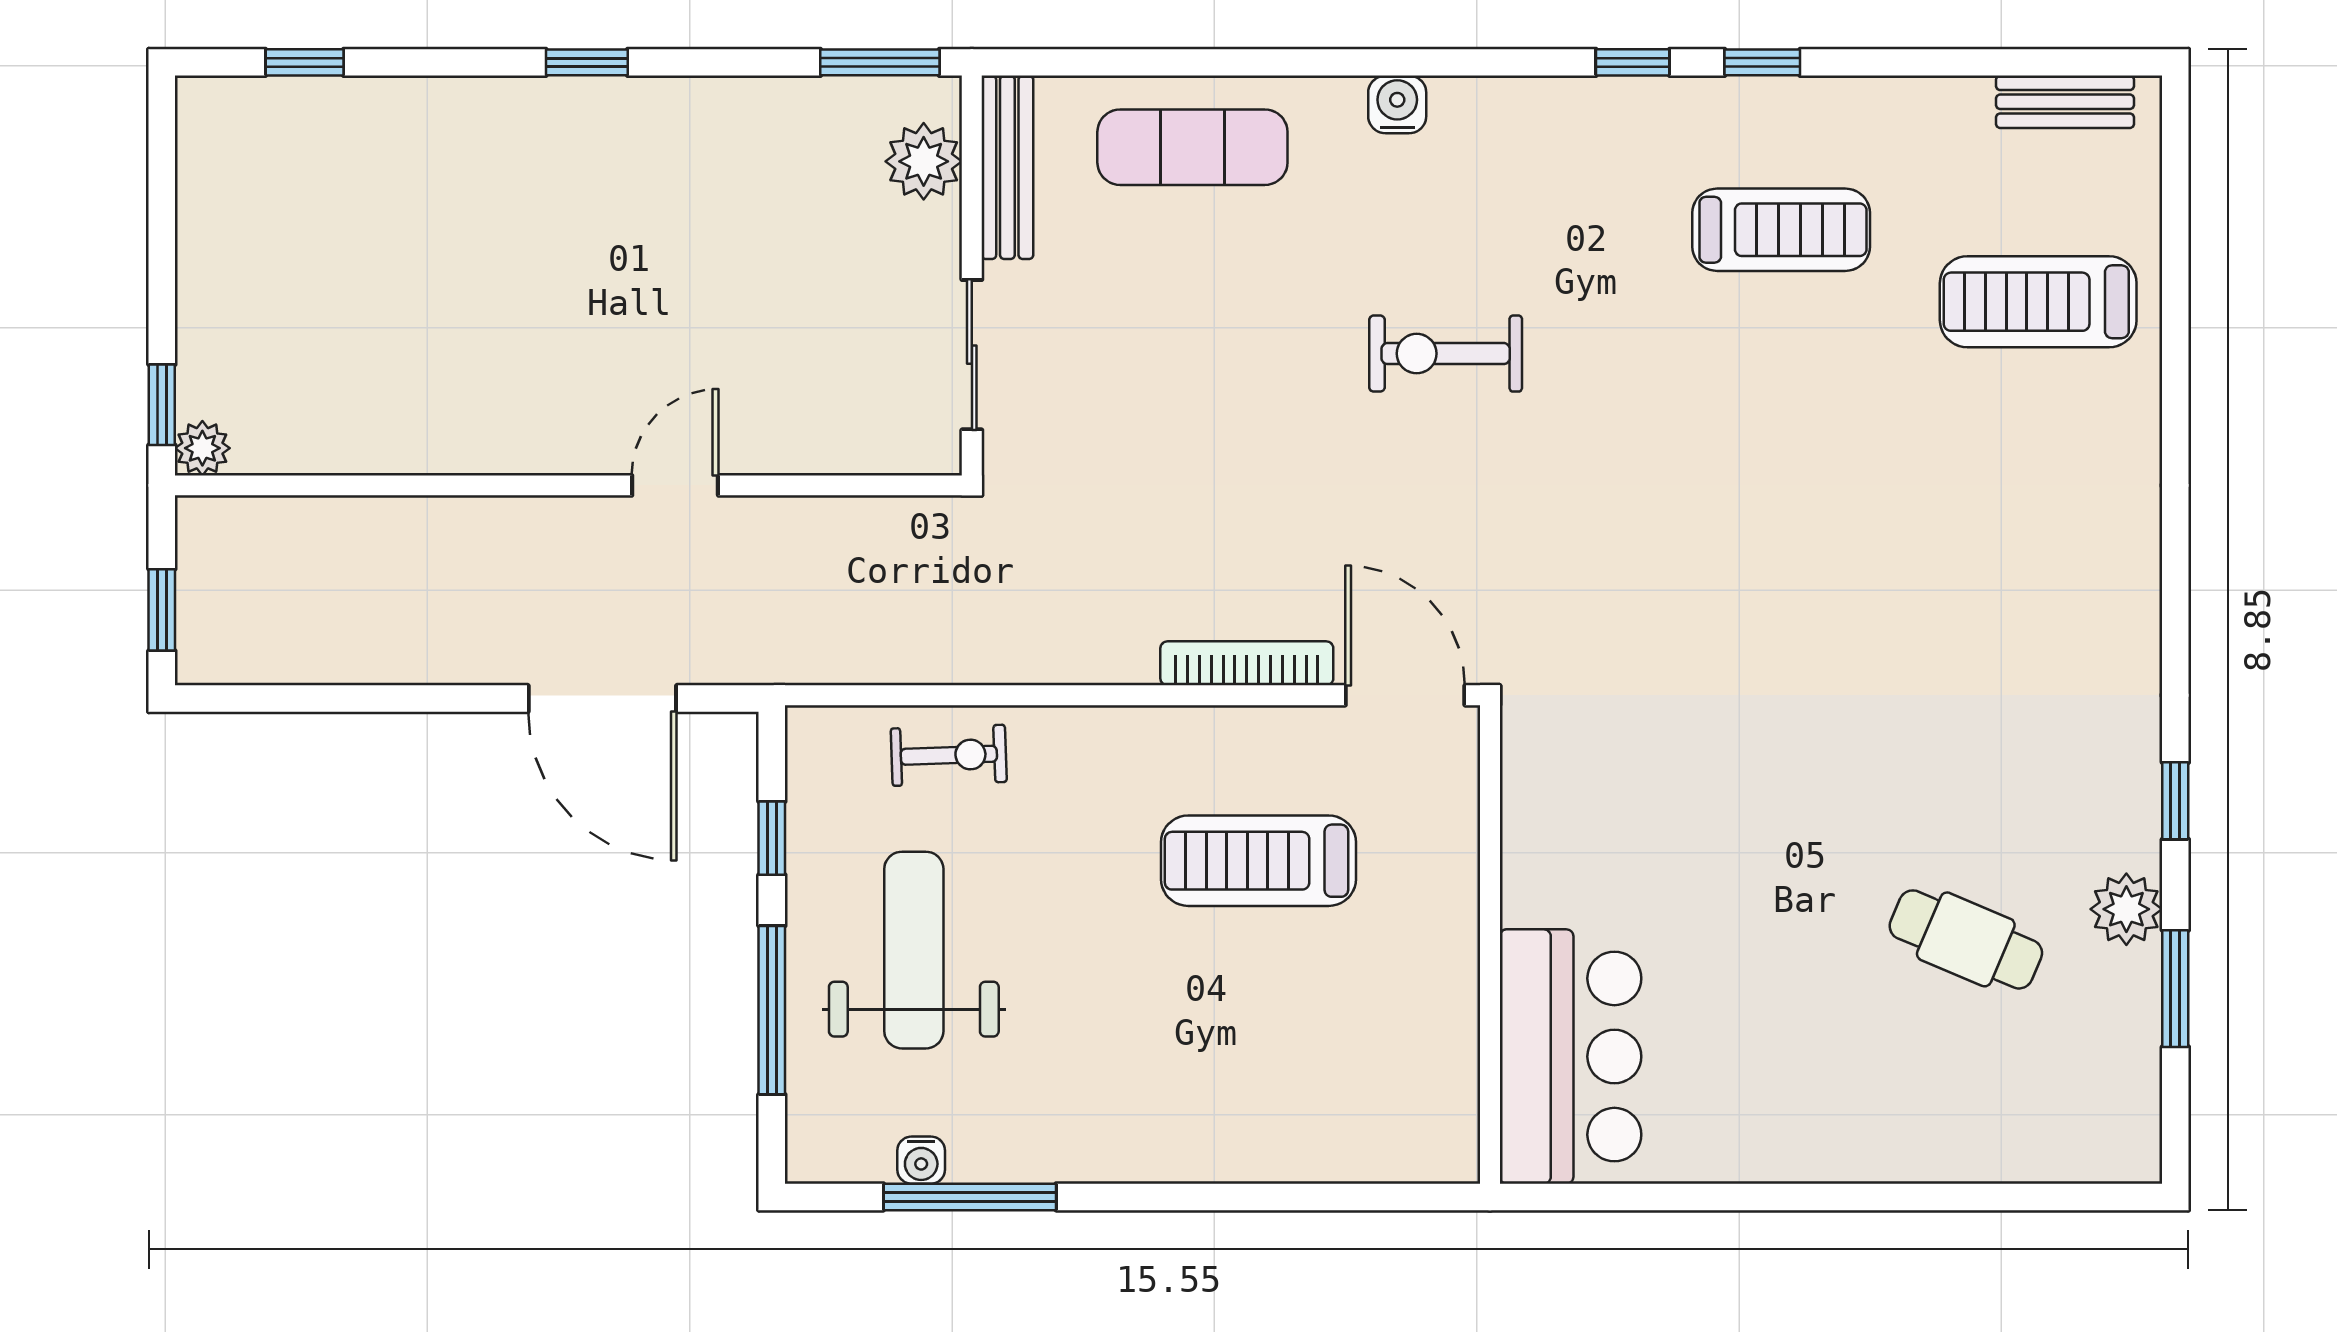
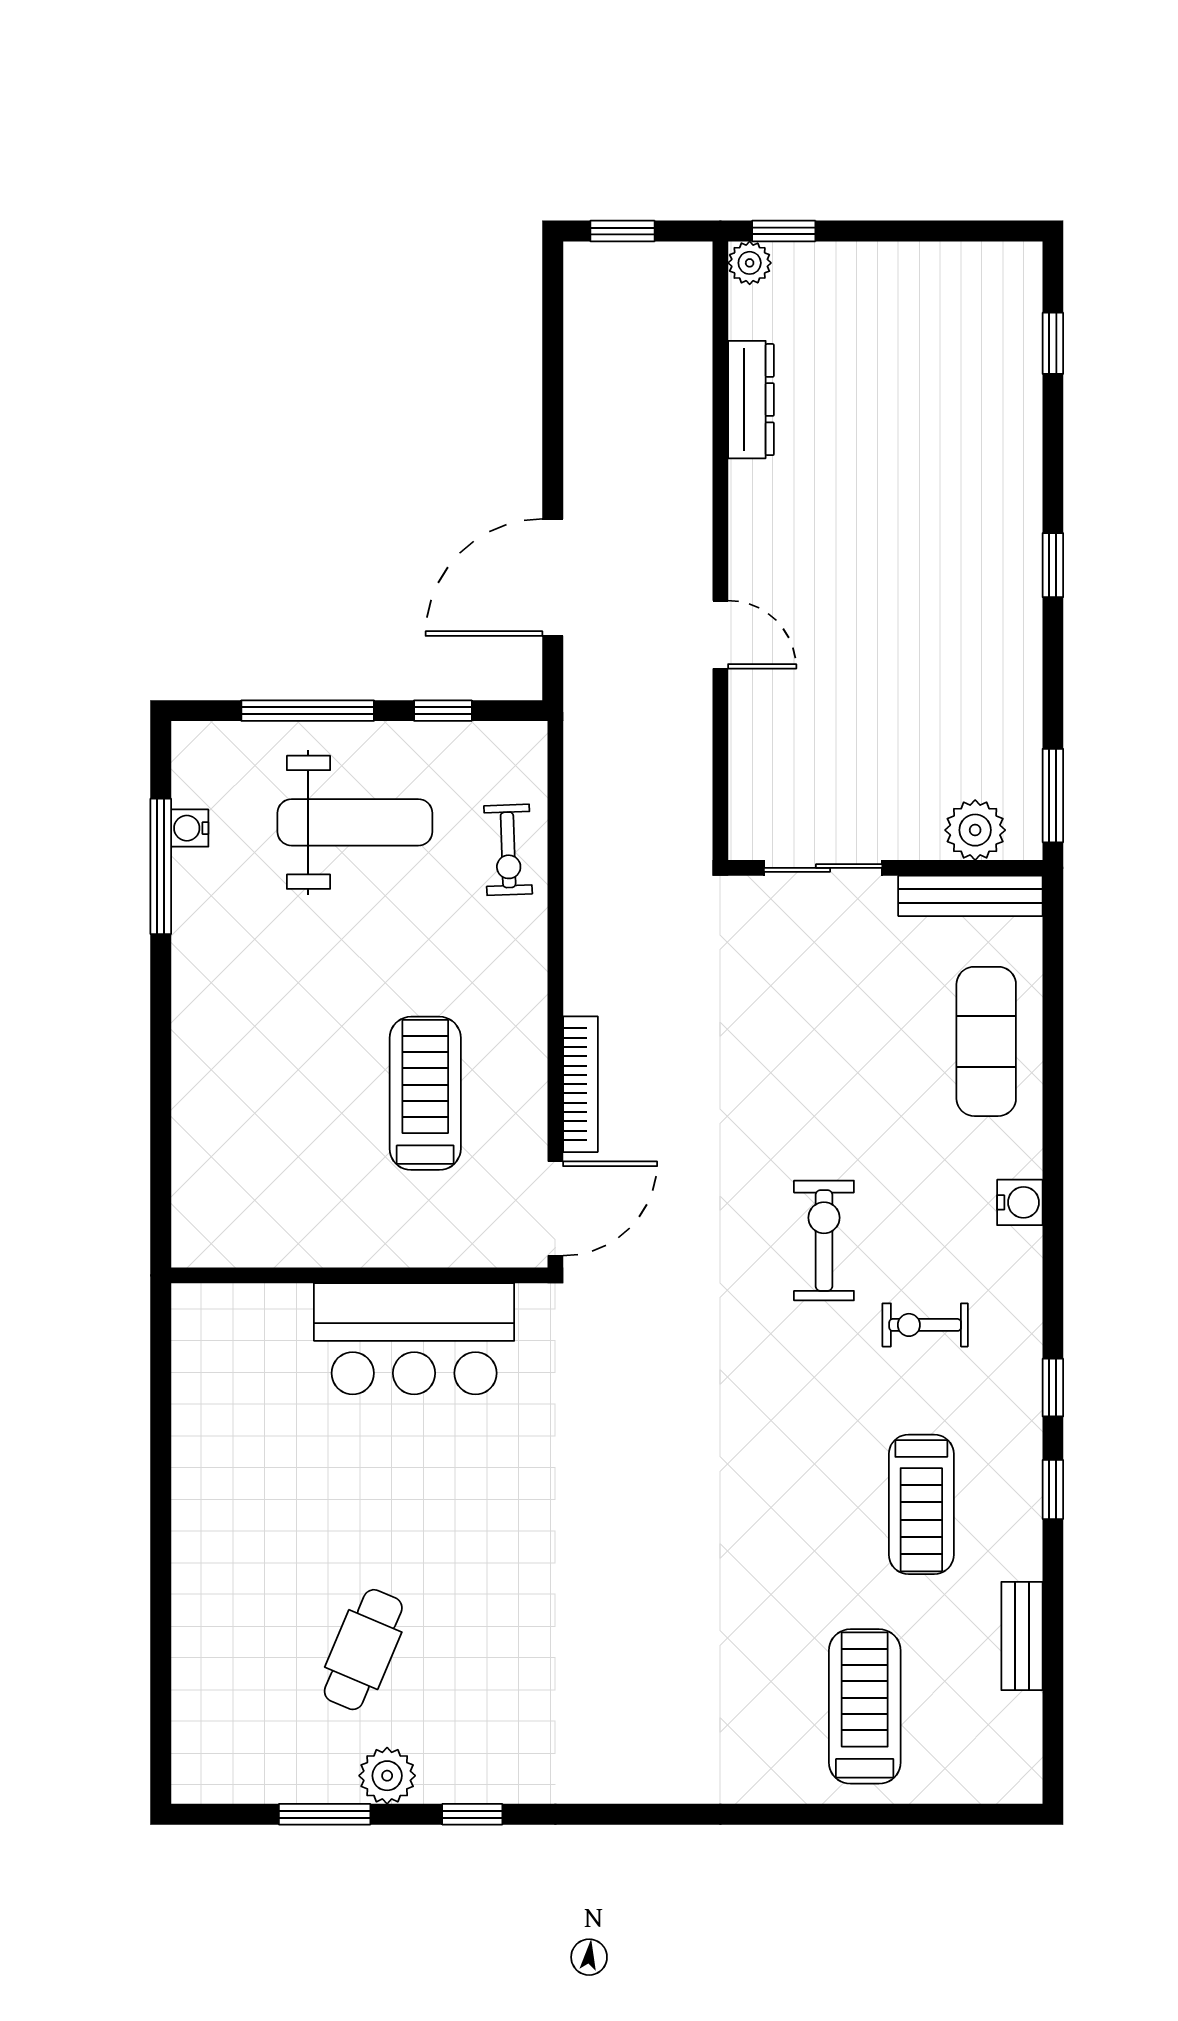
bench: (2065, 102) -> (1022, 1636), moved
exercise bike: (1553, 225) -> (925, 1325), added
dresser: (376, 446) -> (751, 400), added
bar counter: (1571, 1057) -> (414, 1339), moved

